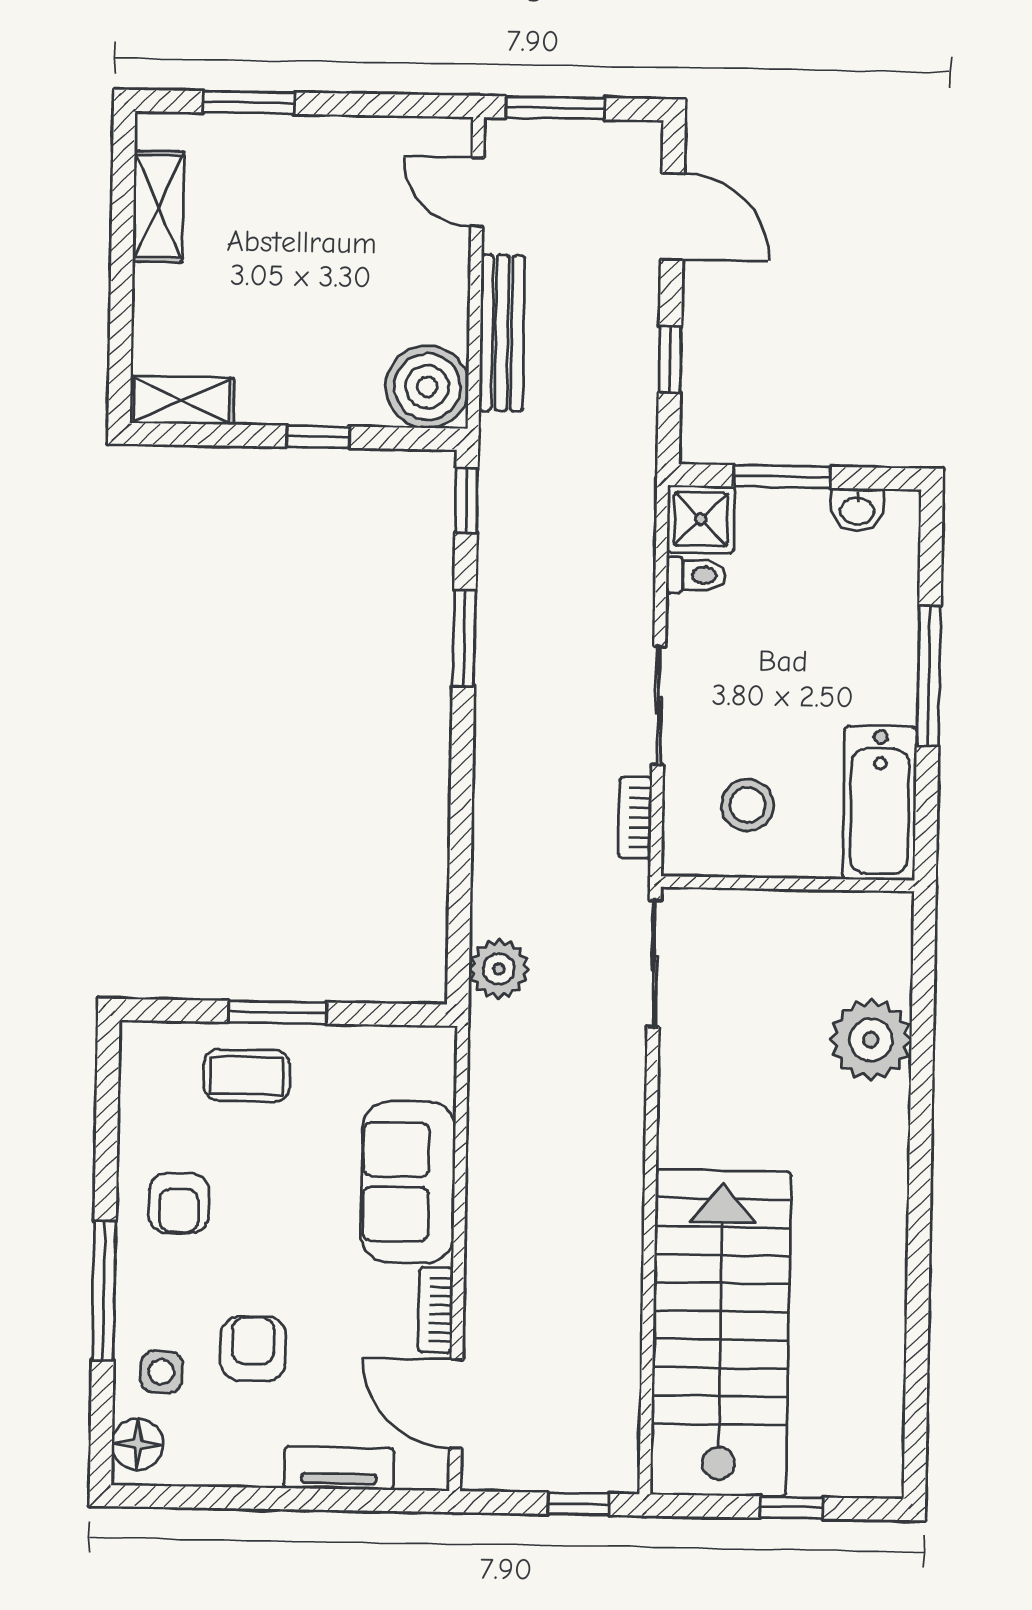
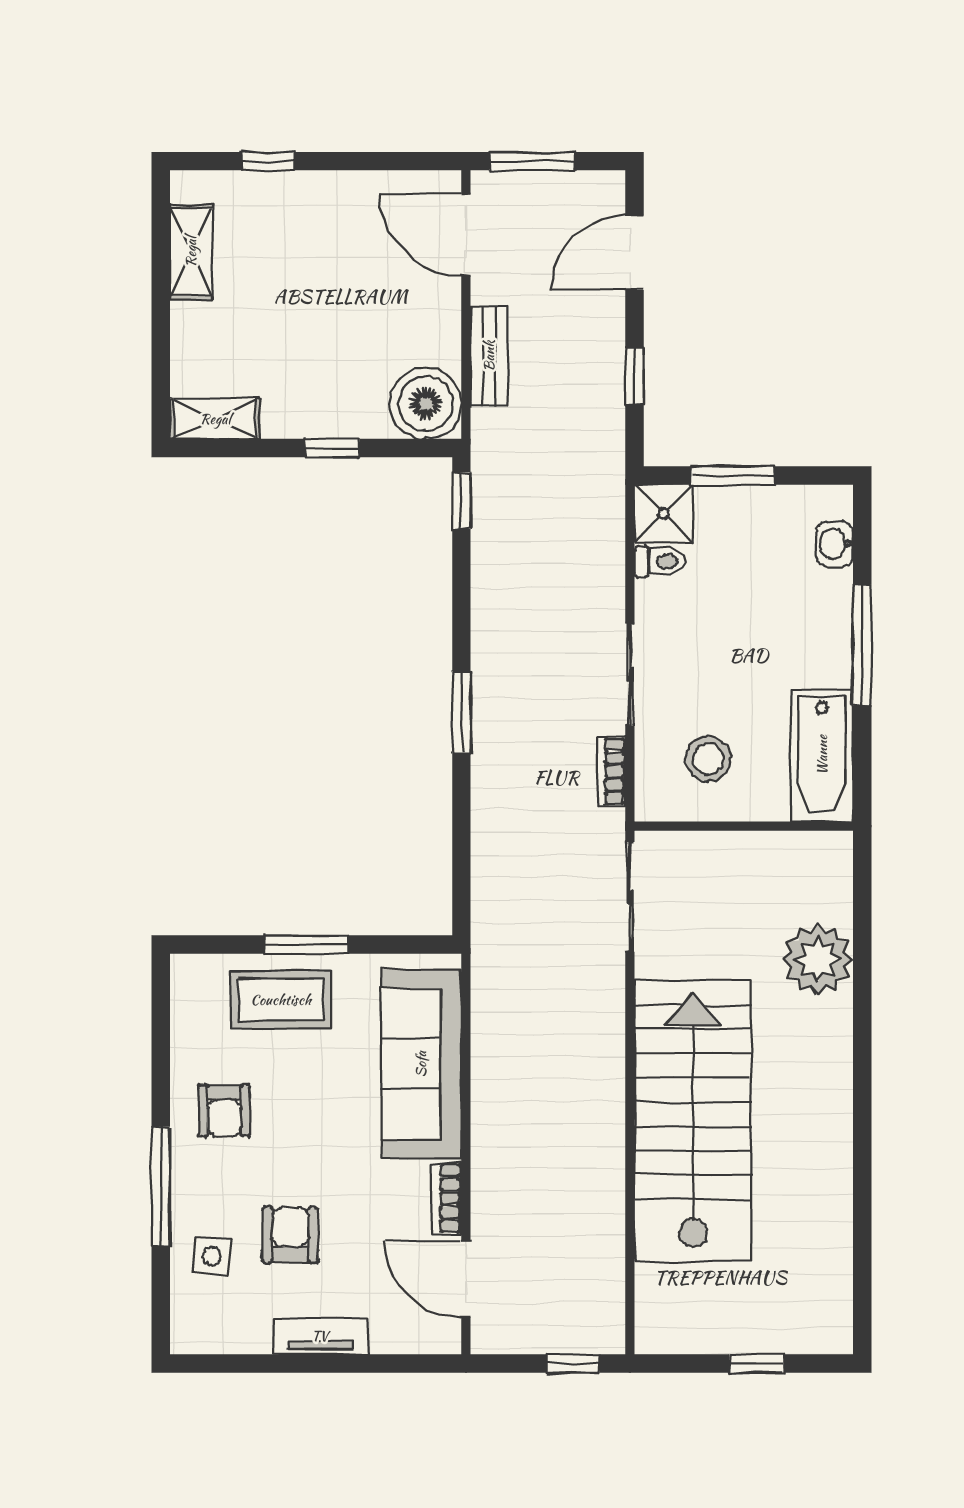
window: (249, 102) -> (268, 161), width x0.67
door: (477, 192) -> (466, 235), width x1.38
door: (672, 216) -> (634, 253), swing flipped
bench: (502, 333) -> (489, 356), width x0.73
washbasin: (857, 510) -> (835, 544), moved, turned 90
window: (464, 638) -> (461, 712), moved
plant: (499, 969) -> (496, 904), removed
coffee table: (247, 1076) -> (281, 1000), width x1.36, depth x1.30
sofa: (408, 1182) -> (421, 1064), width x1.36
stairs: (721, 1333) -> (693, 1121), moved
floor lamp: (138, 1444) -> (192, 1319), removed
tv unit: (339, 1468) -> (320, 1336), moved

